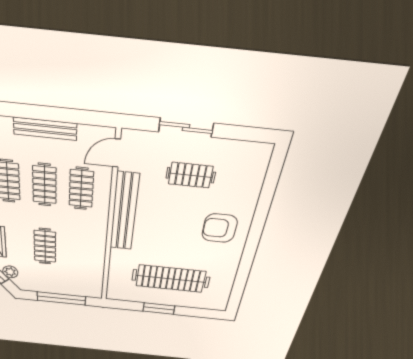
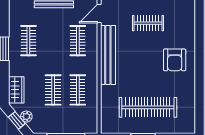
clothes rail: (44, 185) -> (78, 90), moved
armchair: (220, 228) -> (175, 60), turned -90

